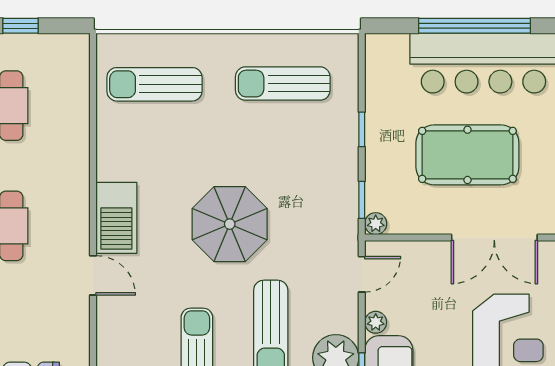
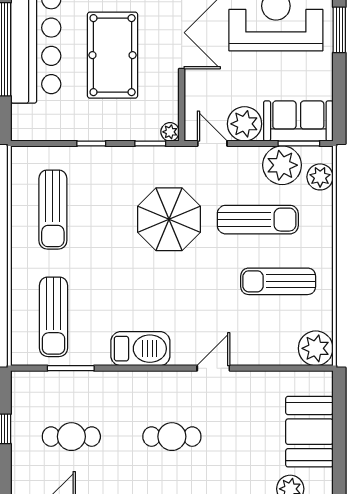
window: (93, 105) -> (71, 368), added
barbecue: (116, 218) -> (140, 349), moved
parasol: (230, 224) -> (169, 219), moved
plant: (376, 322) -> (244, 124), width x1.88, depth x1.88

